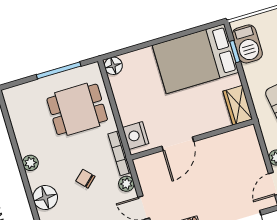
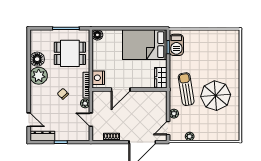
plant: (30, 163) -> (39, 76), width x1.88, depth x1.88
floor lamp: (45, 197) -> (37, 59), moved

